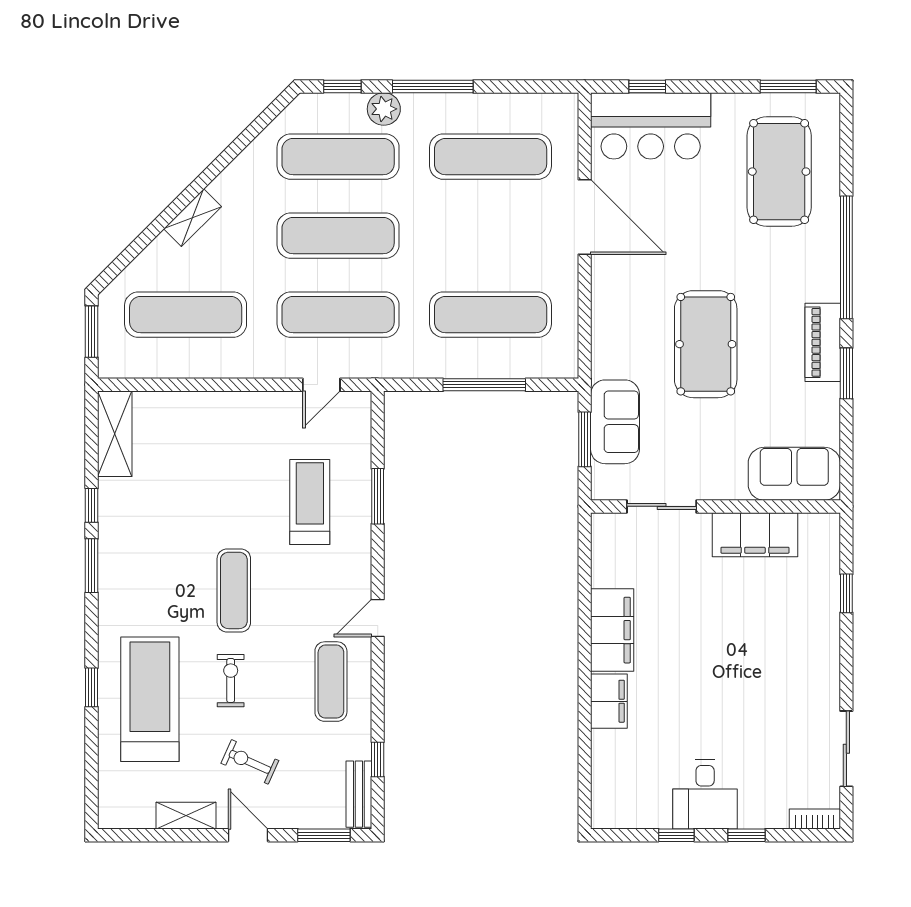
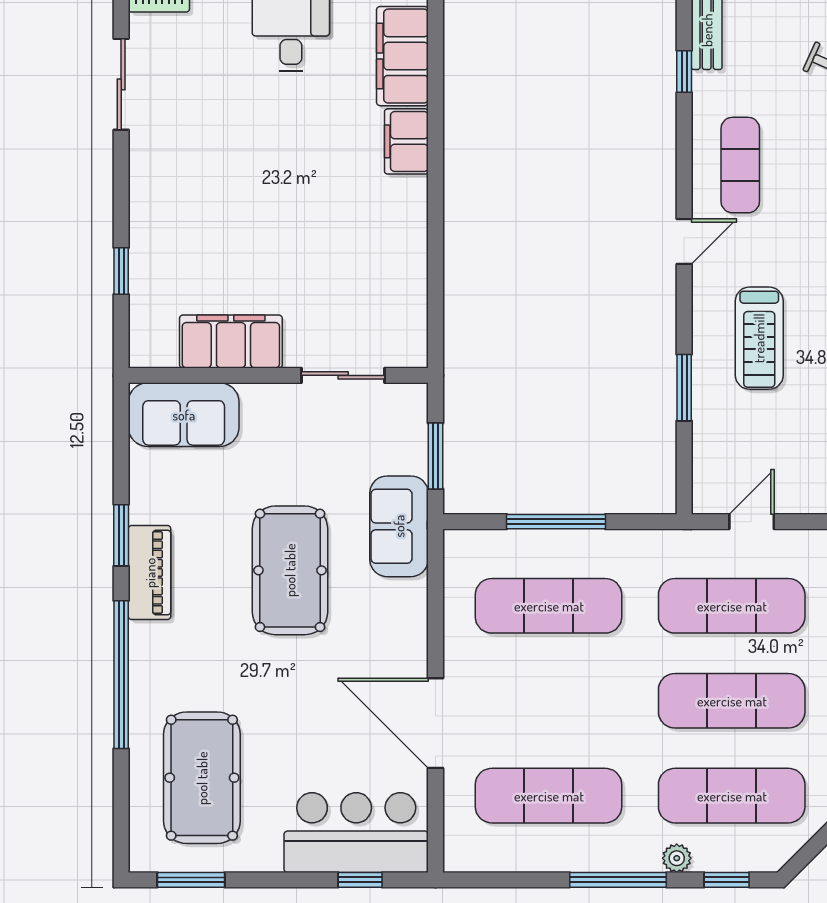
plant: (384, 109) -> (677, 858), width x0.73, depth x0.73
sofa: (615, 422) -> (399, 526), moved
treadmill: (310, 502) -> (759, 338), moved
filing cabinet: (612, 630) -> (402, 56), moved

